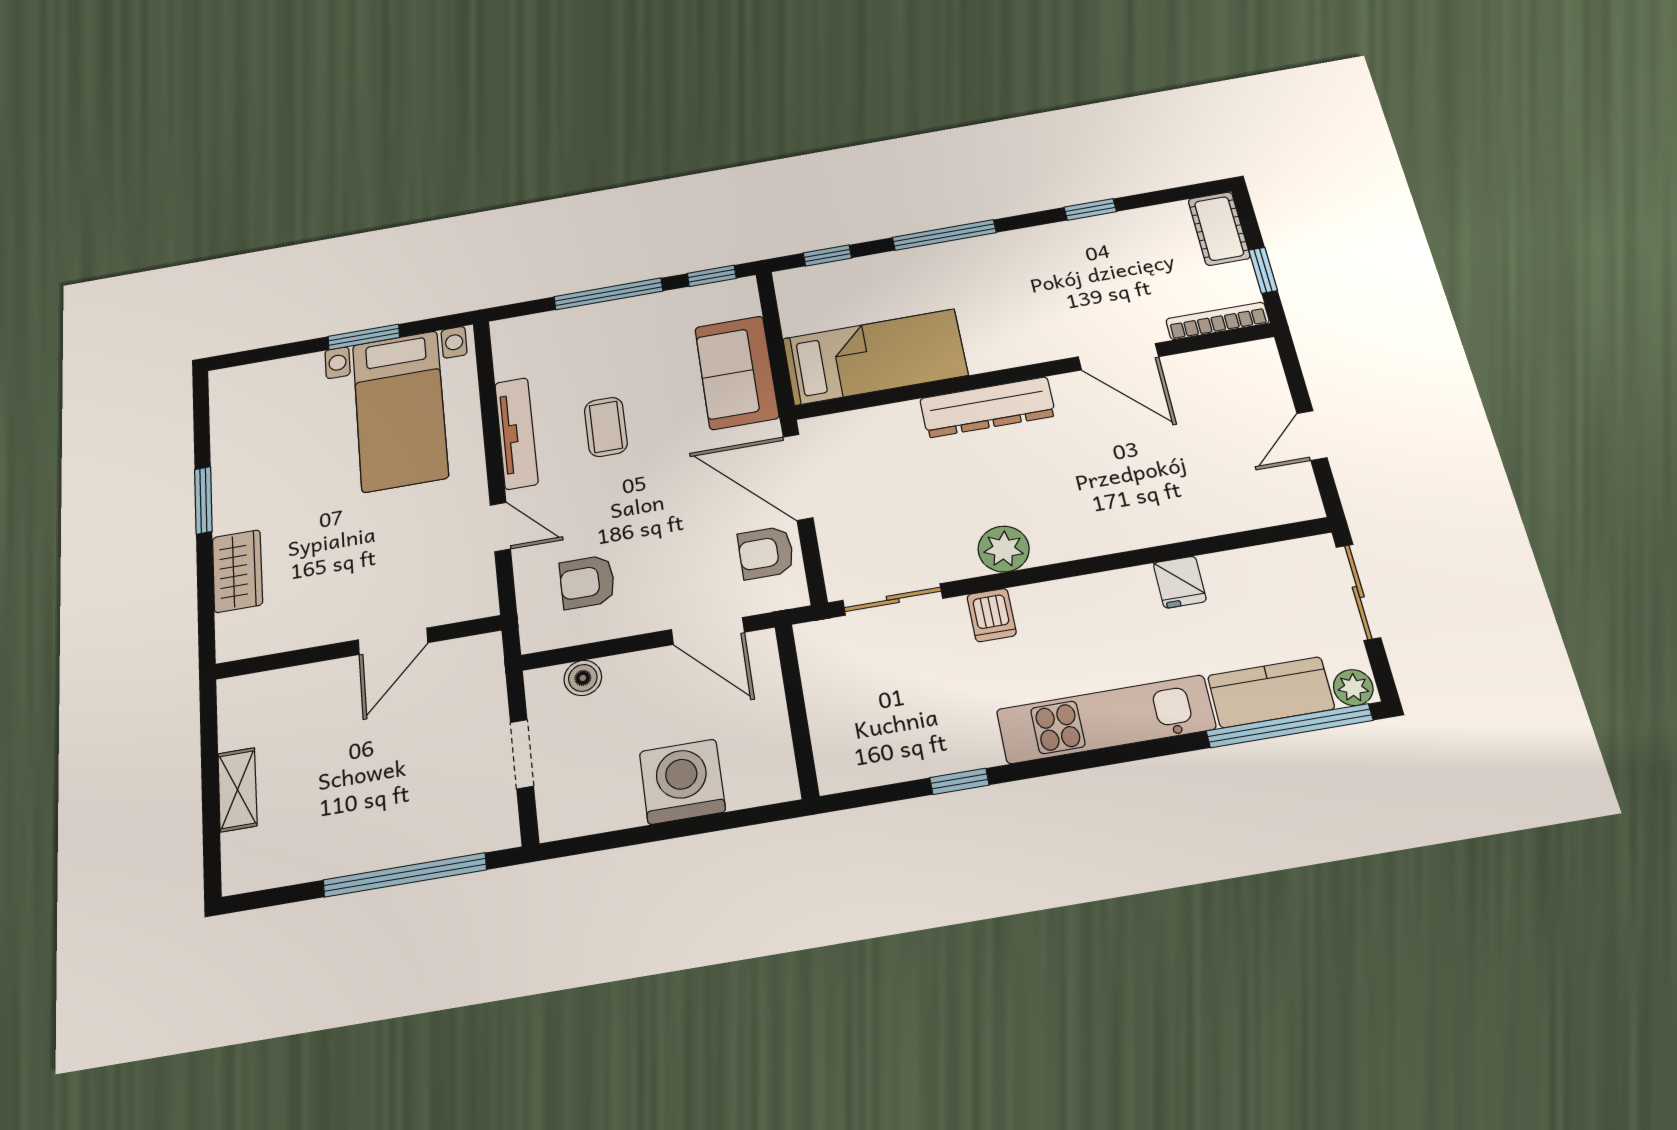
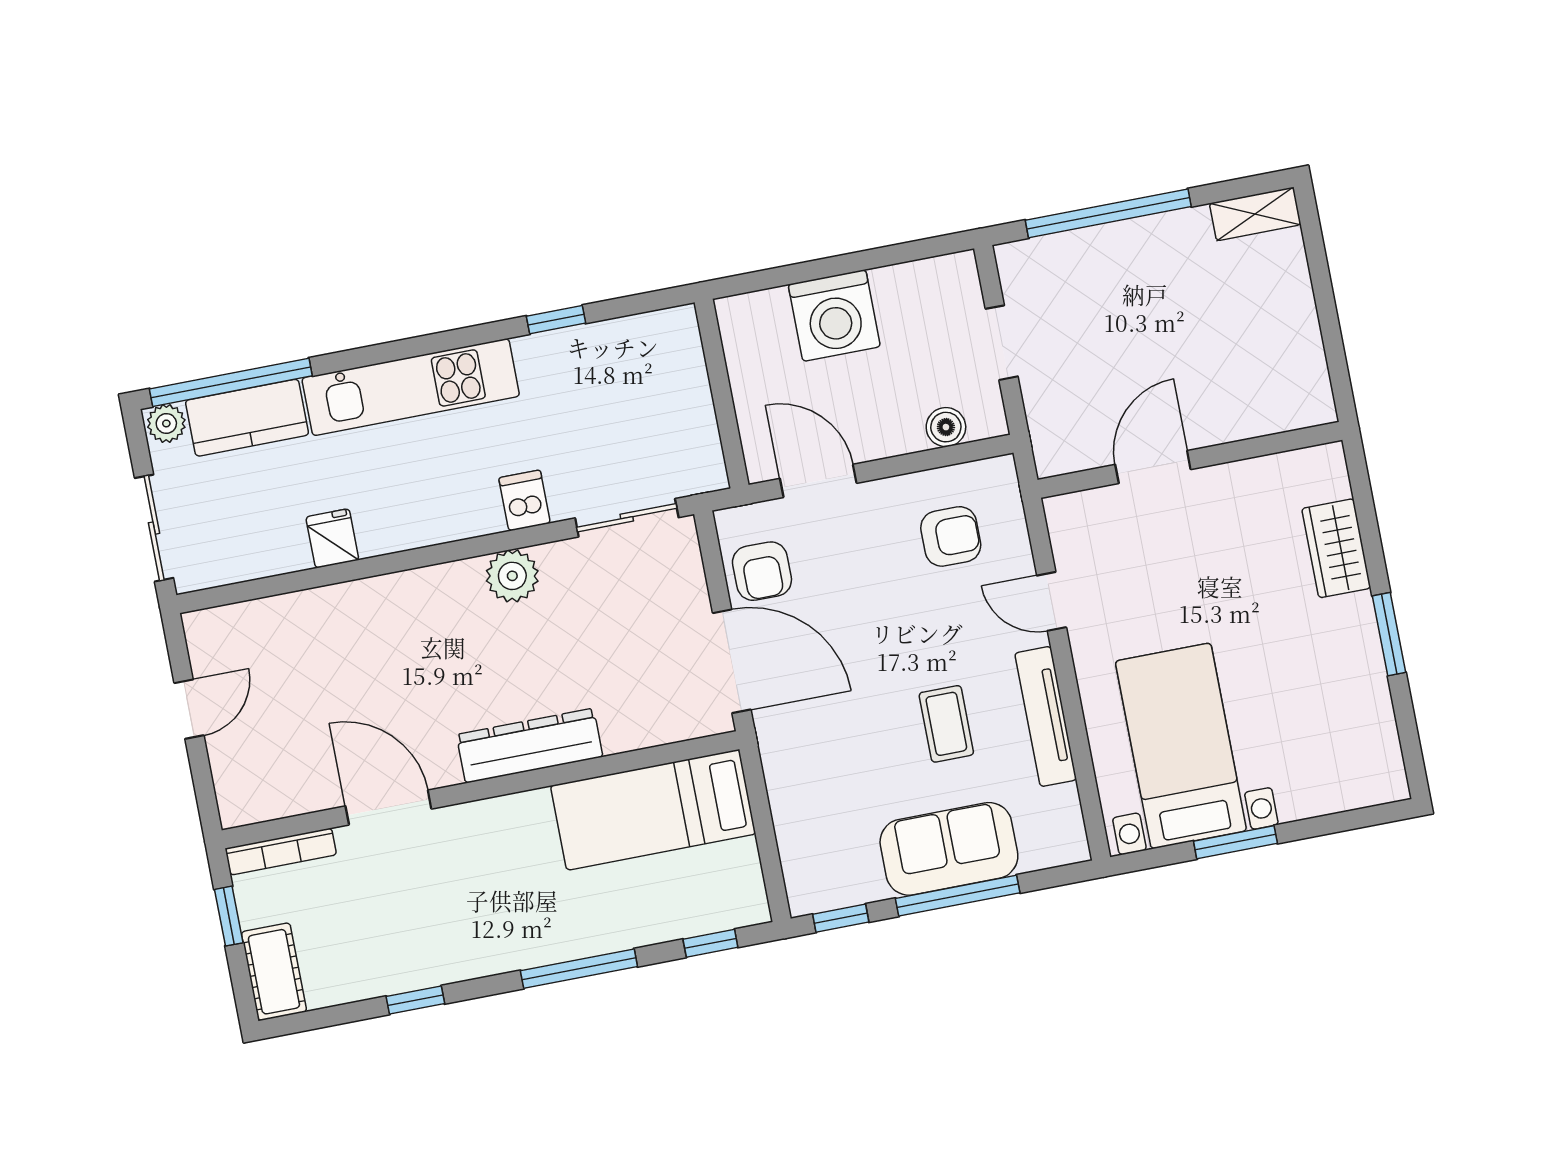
sofa: (737, 372) -> (949, 849), moved, turned -90
armchair: (766, 553) -> (762, 571), turned 90
shelving: (237, 790) -> (1255, 214), moved, turned 90

